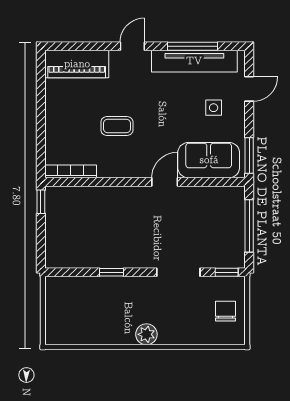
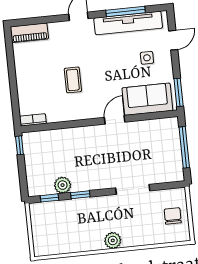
piano: (77, 64) -> (29, 33), width x0.73, depth x0.75
coffee table: (117, 126) -> (73, 80), turned 90
bookcase: (71, 171) -> (33, 120), width x0.64
plant: (90, 258) -> (63, 185), added
window: (227, 272) -> (50, 198), moved

